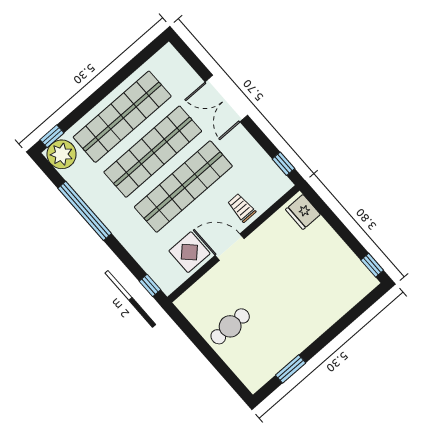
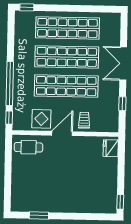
plant: (62, 154) -> (24, 20), removed
window: (283, 164) -> (122, 104), moved
window: (85, 211) -> (10, 84), moved
door: (230, 247) -> (62, 133), hinge flipped
cafe table: (230, 326) -> (29, 147), moved

